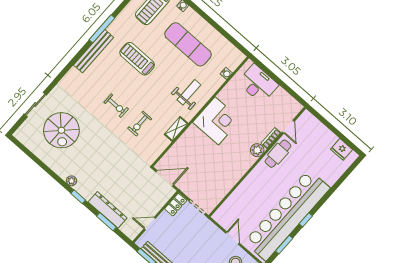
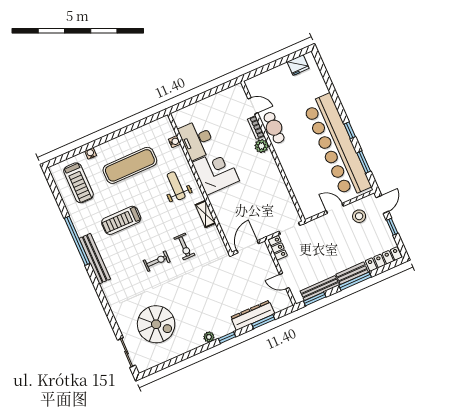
window: (102, 29) -> (77, 241), width x1.46
desk: (258, 84) -> (197, 140), moved, turned -90
sliding door: (35, 105) -> (126, 353), moved
door: (150, 224) -> (284, 281), hinge flipped

